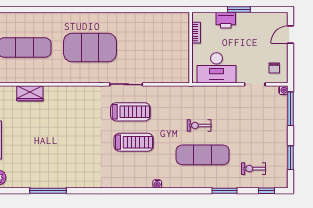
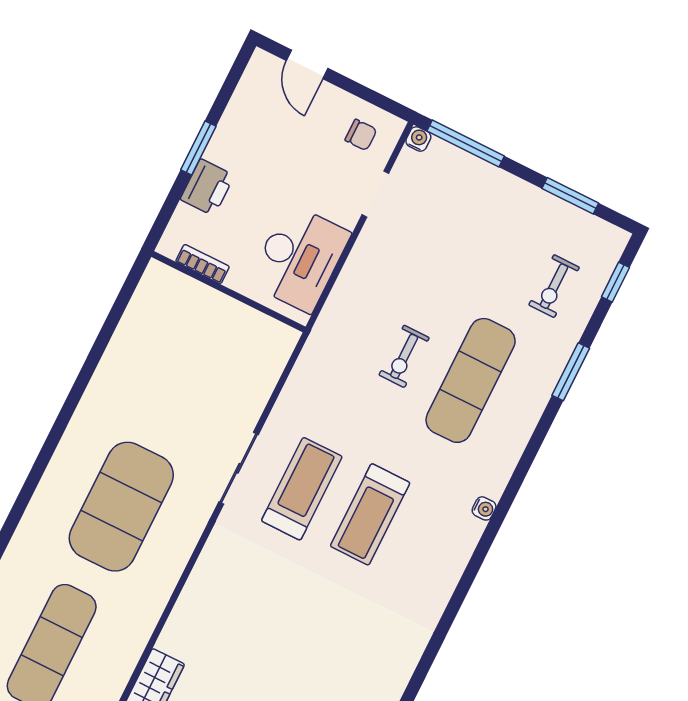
treadmill: (134, 142) -> (370, 514), turned 180

